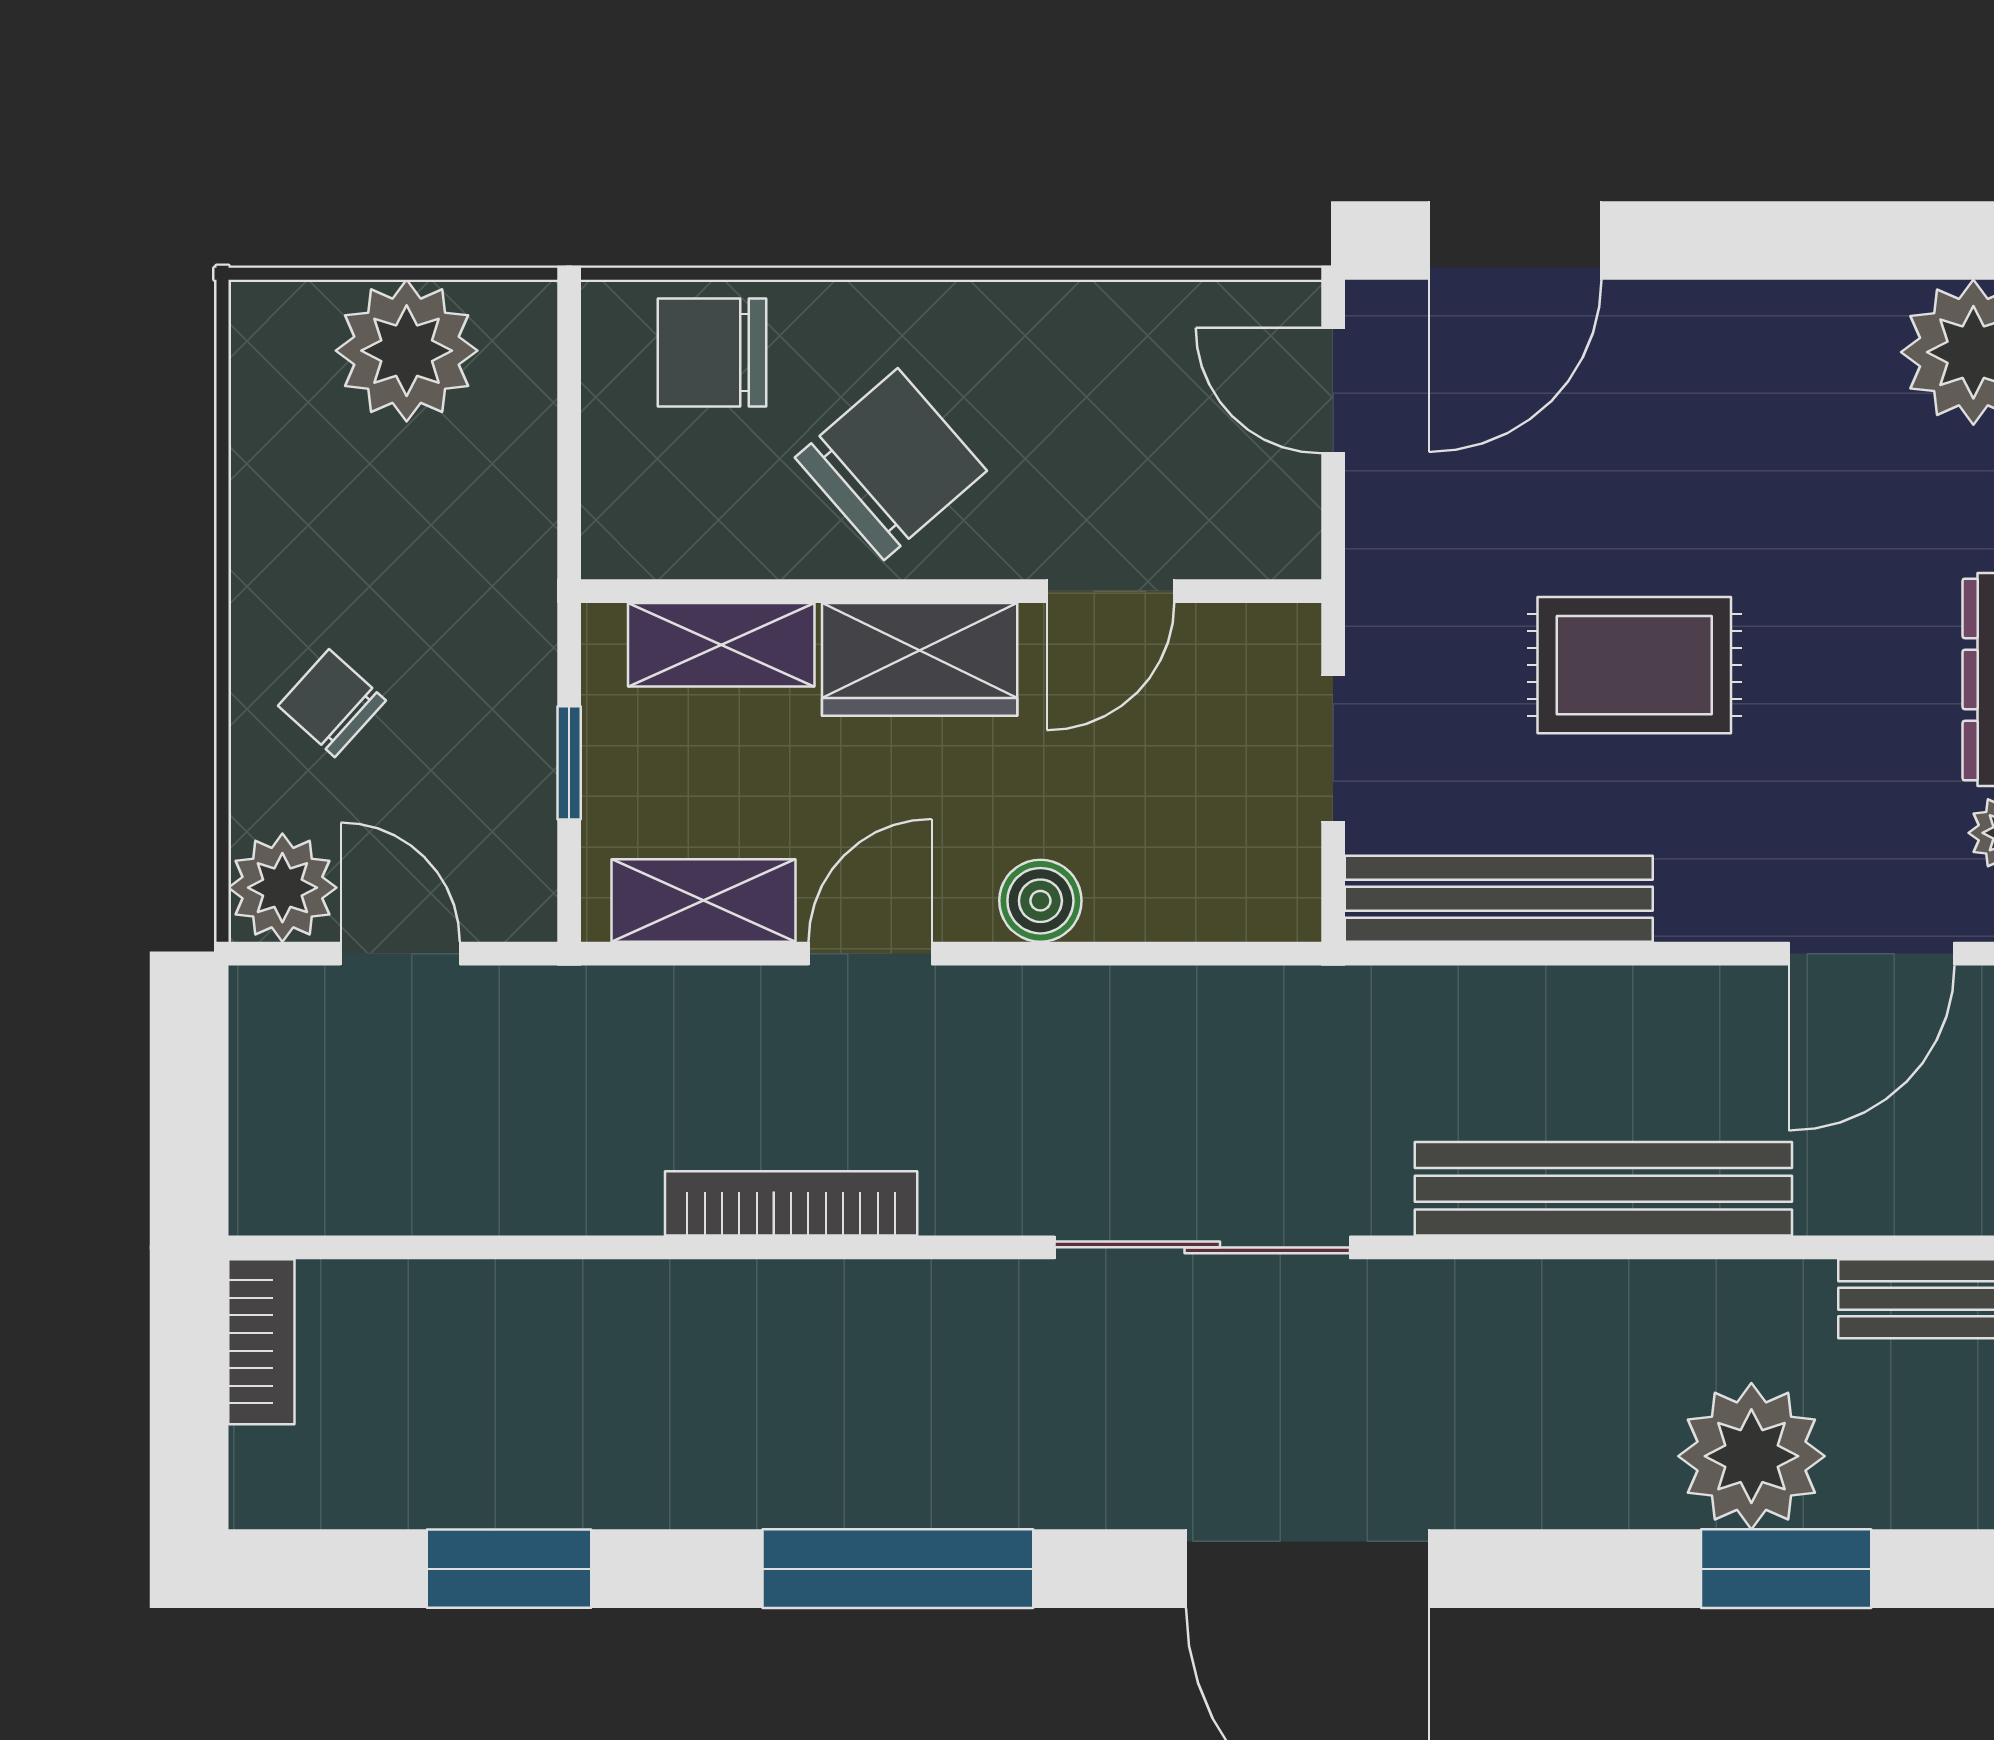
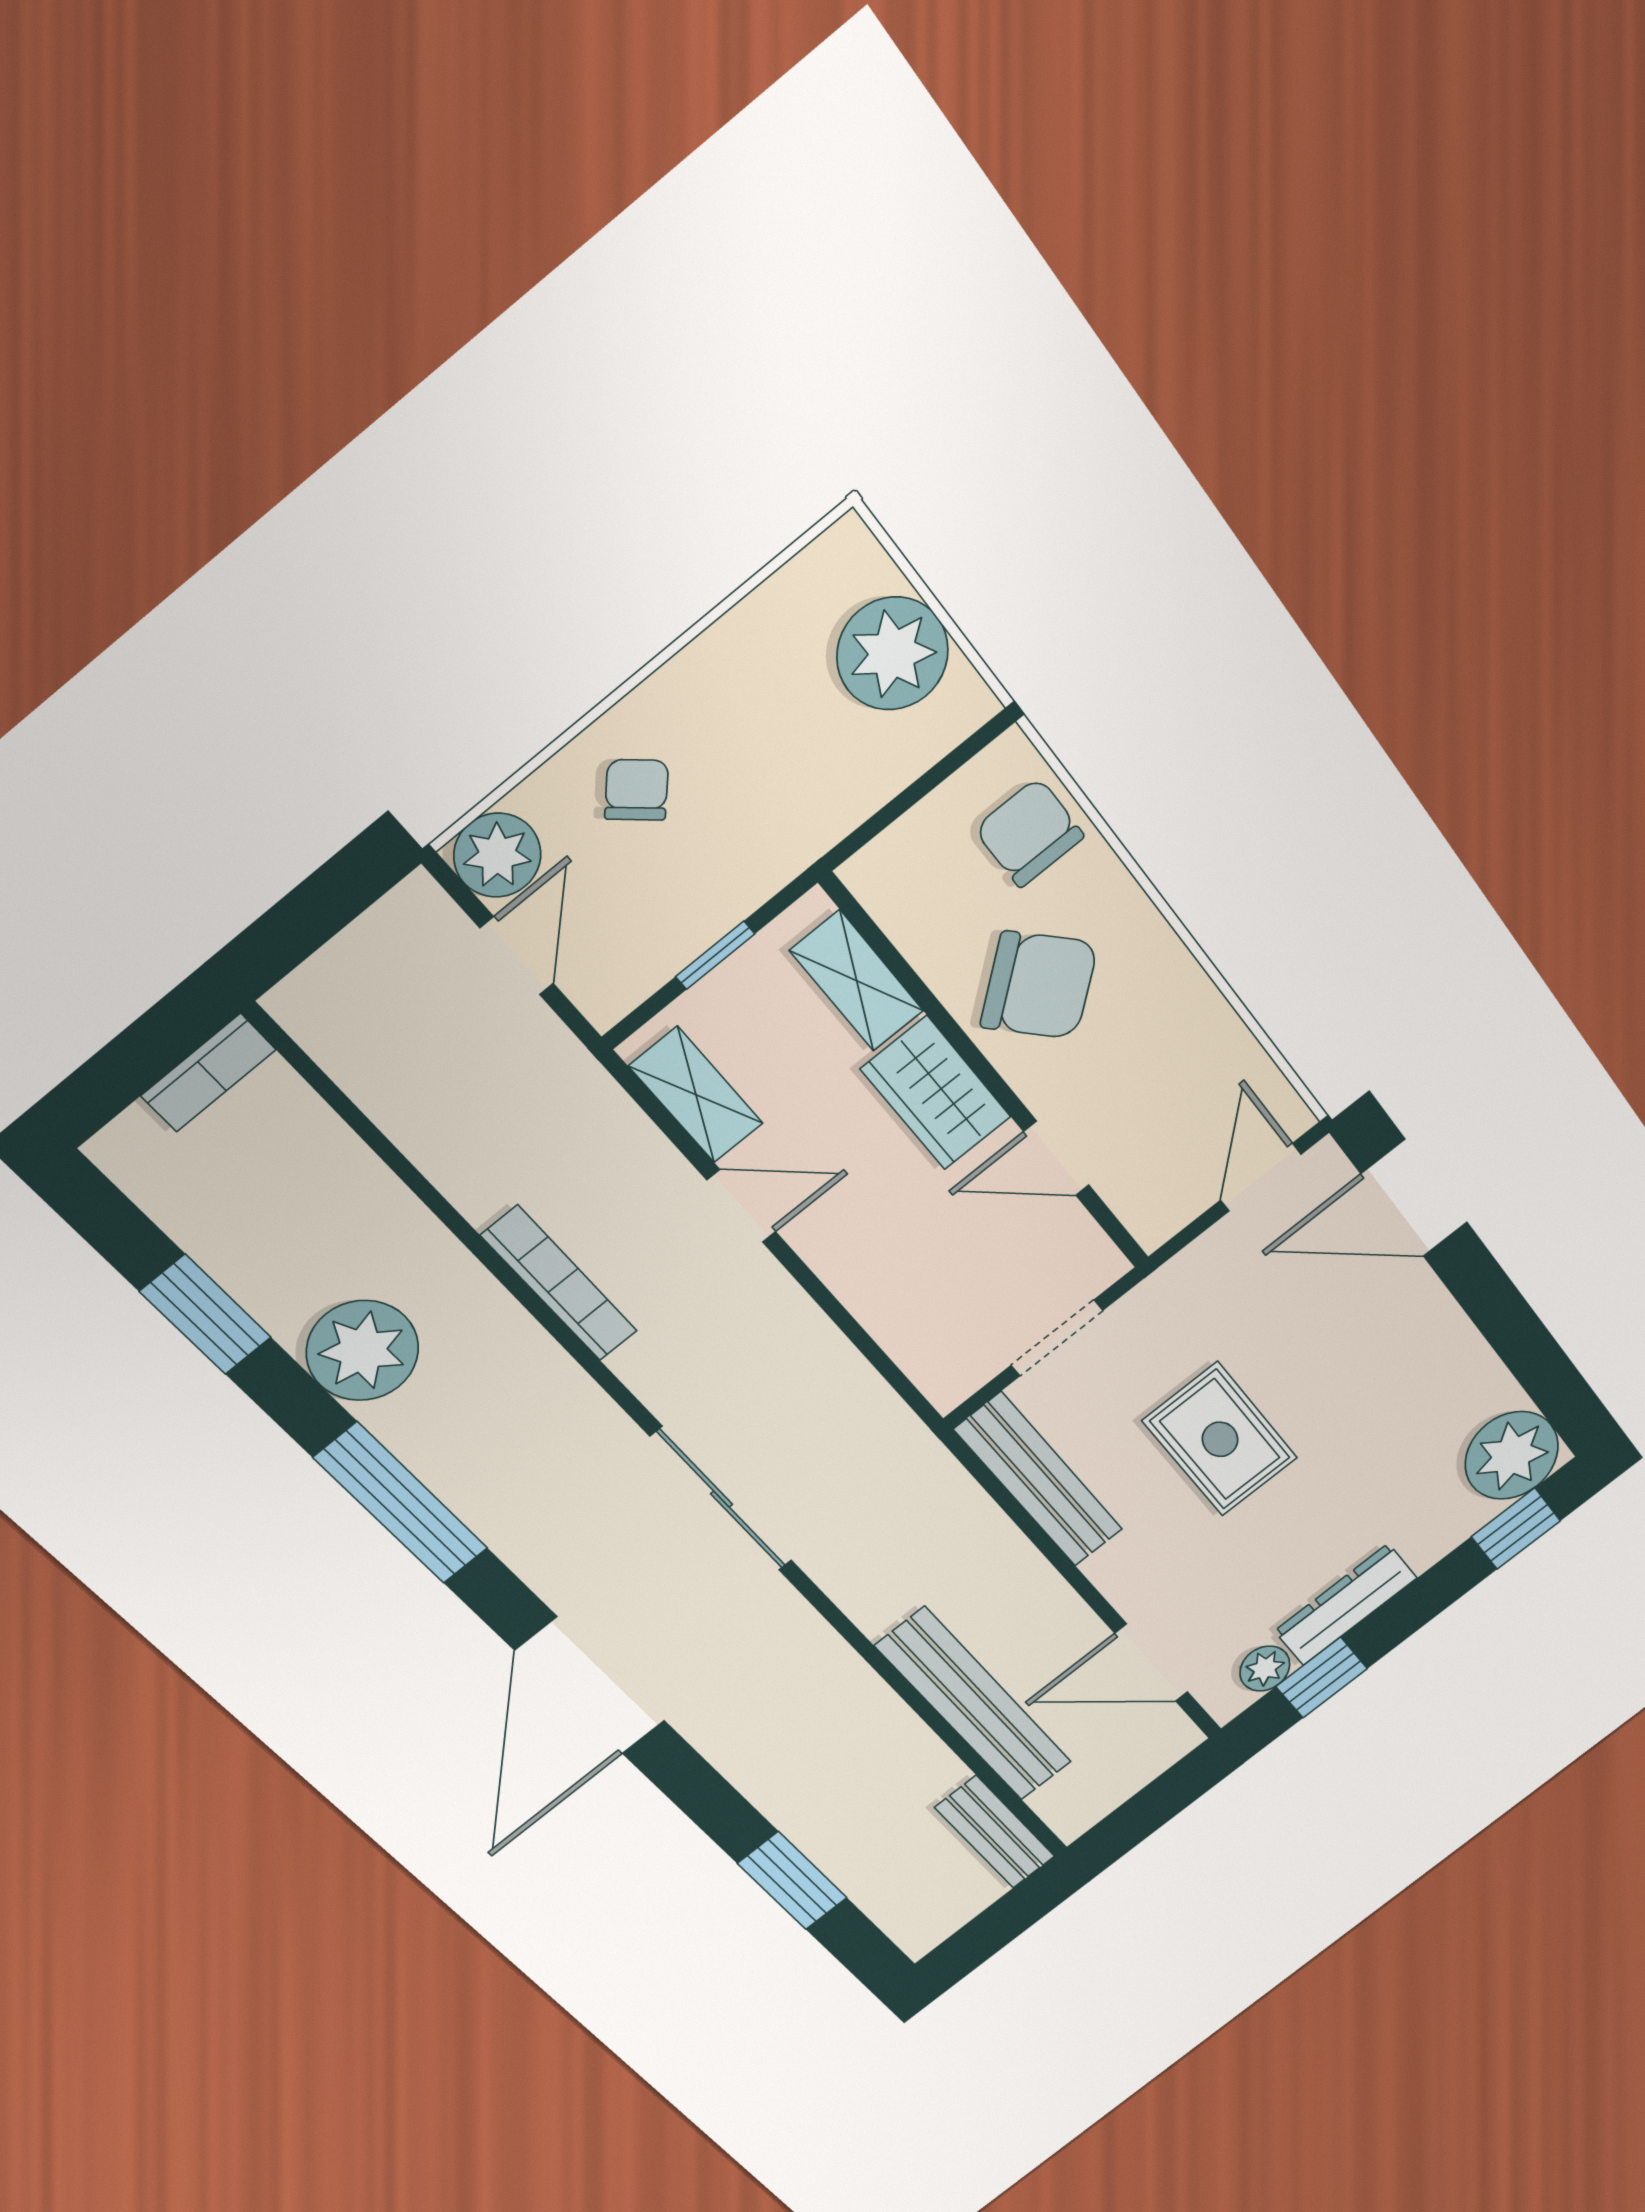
boiler: (1040, 901) -> (848, 1266), removed
bench: (1603, 1189) -> (974, 1704), moved
plant: (1751, 1456) -> (362, 1351), moved

